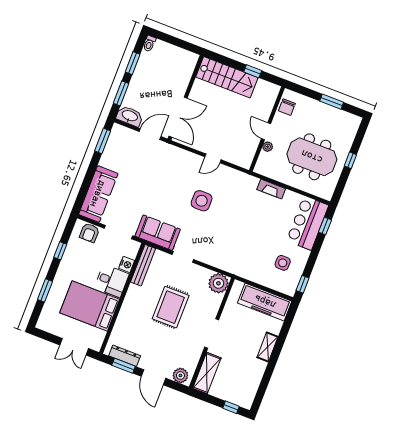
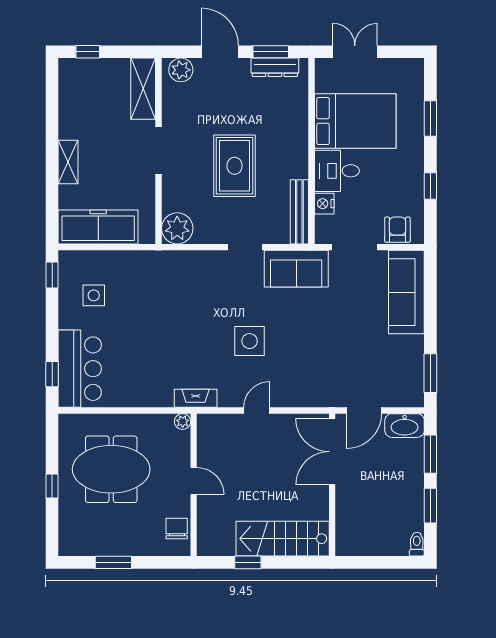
plant: (268, 147) -> (183, 422), moved
fireplace: (271, 189) -> (196, 398), moved

